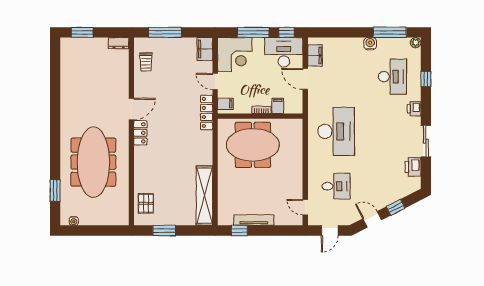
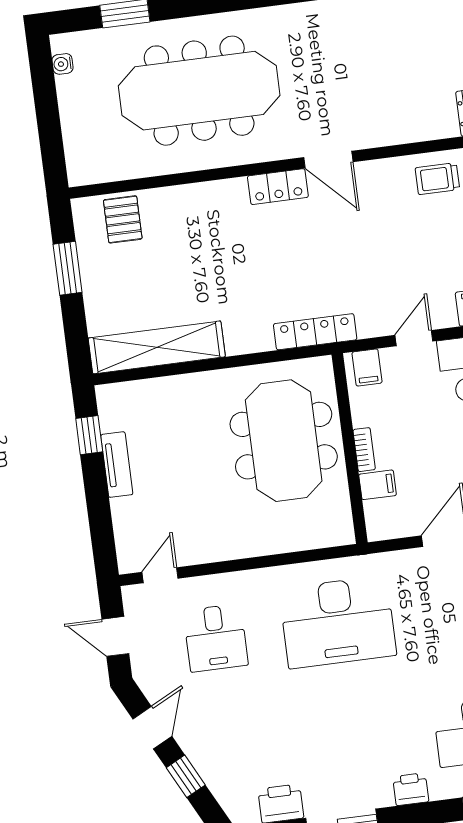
locker: (207, 112) -> (315, 332), moved
pallet: (146, 203) -> (123, 219), turned 90
tv unit: (254, 220) -> (117, 465), width x0.71

